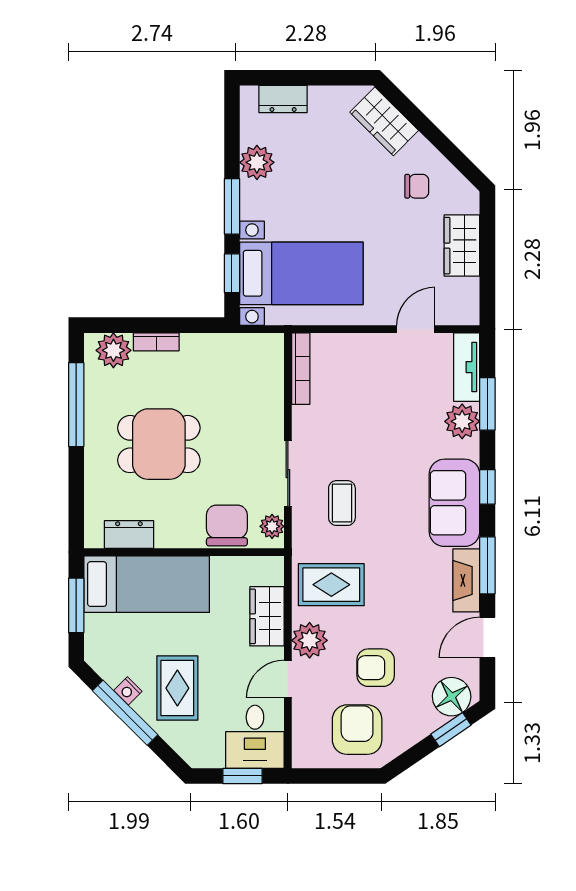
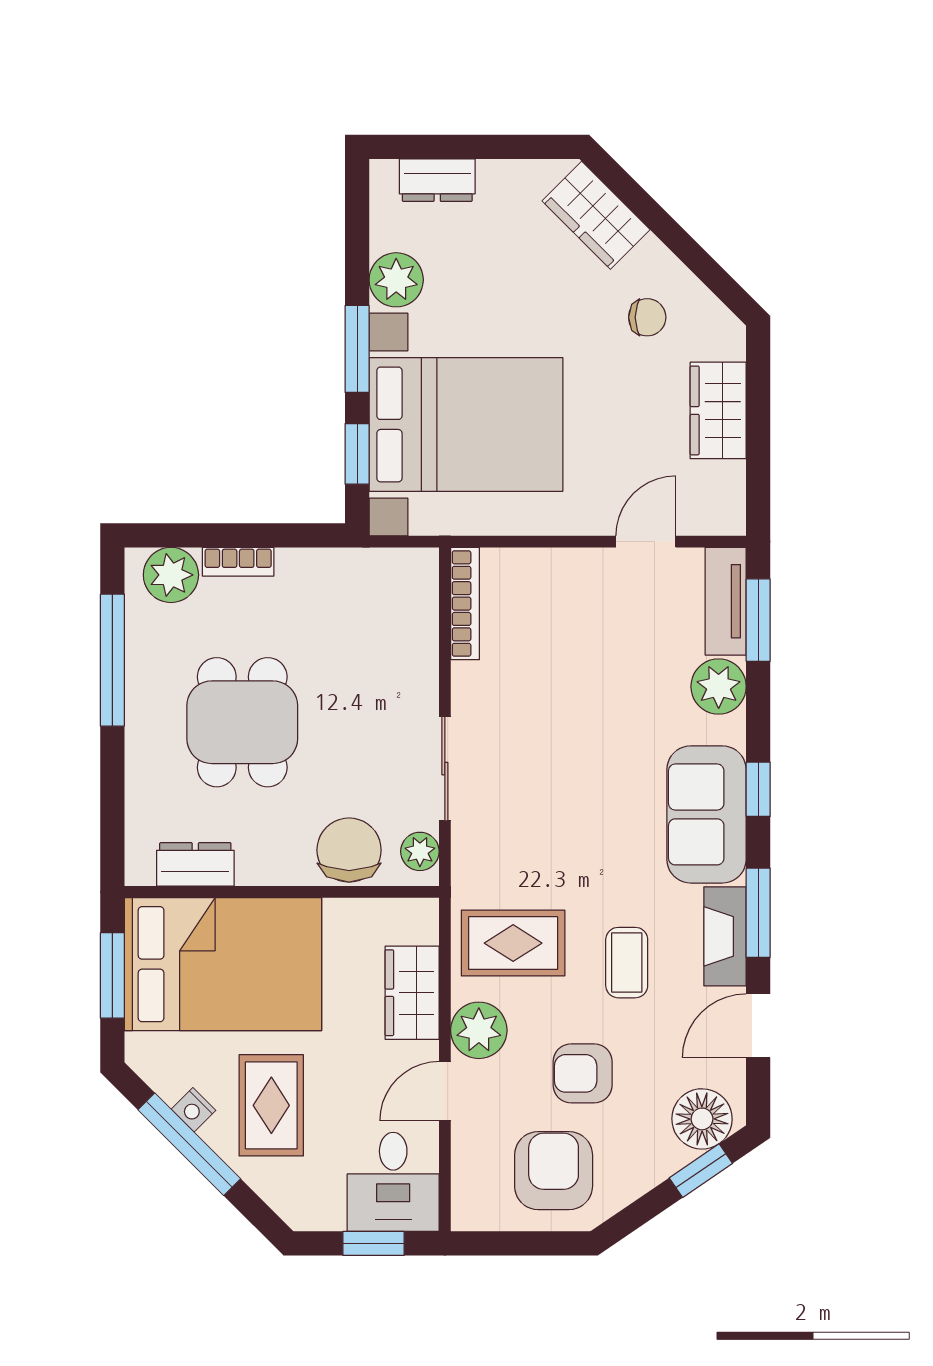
bed with nightstands: (301, 273) -> (466, 424), width x1.36
window: (487, 404) -> (758, 620), moved
dining table: (159, 444) -> (242, 722), turned 90
coffee table: (342, 503) -> (627, 963), moved
bed: (147, 584) -> (223, 964), width x1.50

